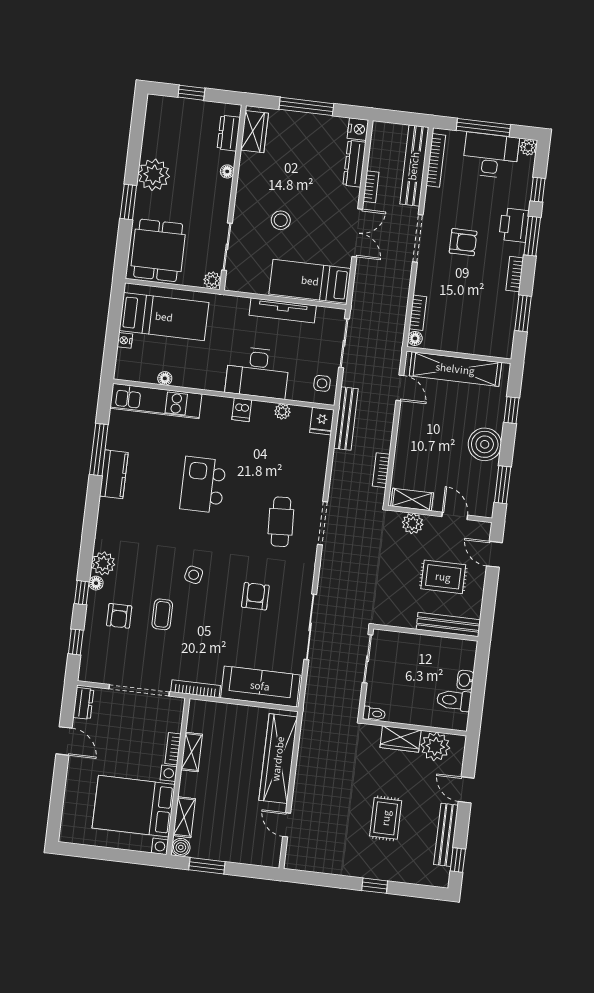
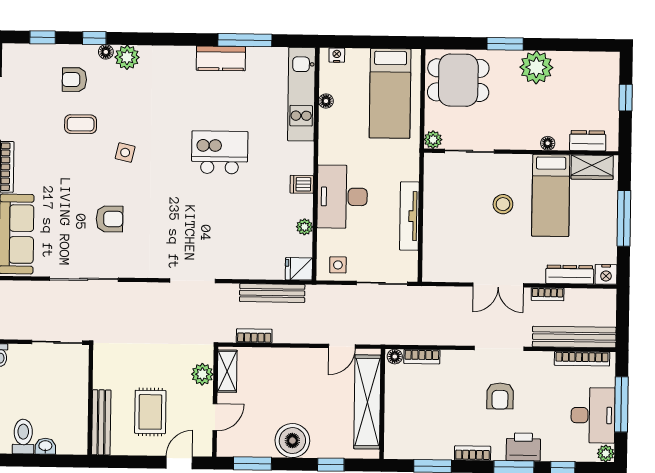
bed: (310, 281) -> (551, 195), moved, turned 180
nightstand: (125, 340) -> (337, 55), moved
bench: (346, 419) -> (272, 293), moved
cafe table: (281, 522) -> (190, 237), removed

